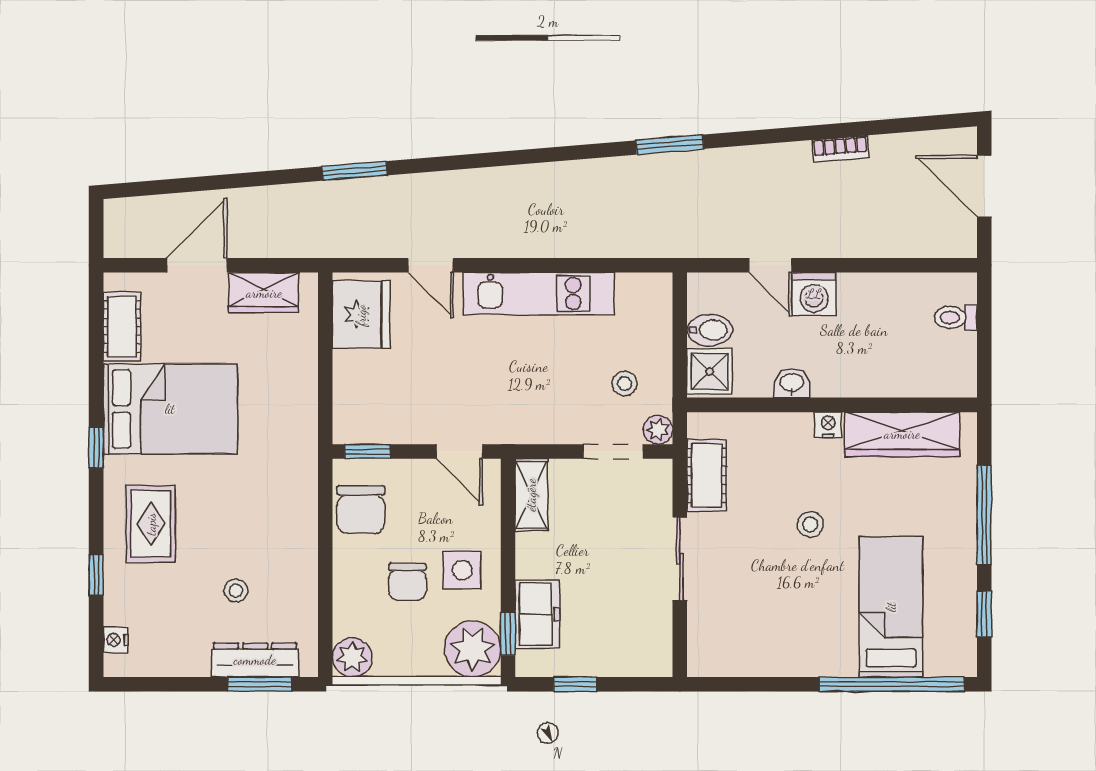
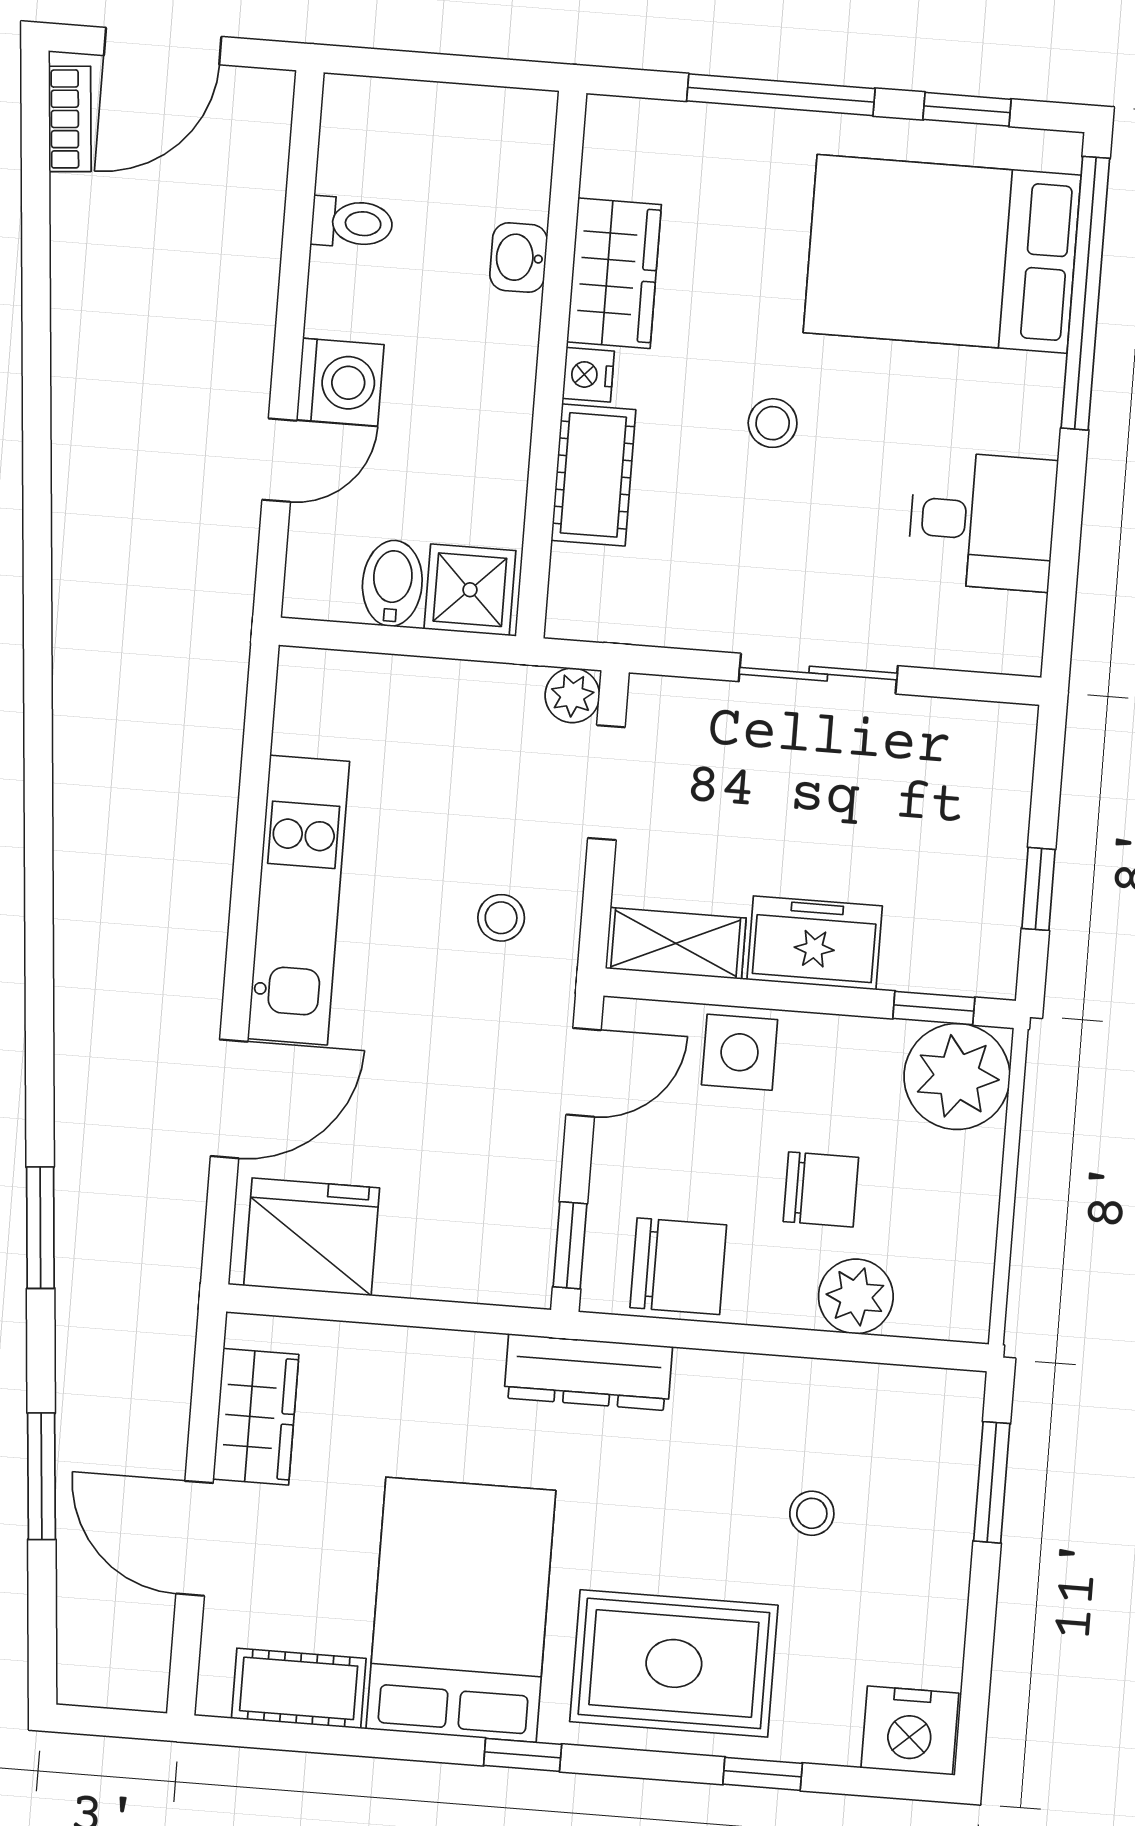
window: (670, 145) -> (42, 1476), moved
bookcase: (840, 149) -> (70, 119), moved
door: (431, 265) -> (229, 1099), width x1.38
toilet: (956, 317) -> (352, 223), moved, turned -90
washbasin: (792, 383) -> (519, 258), moved
stool: (624, 384) -> (501, 918), moved
wardrobe: (902, 434) -> (614, 273), width x0.67
cot: (707, 475) -> (593, 475), moved, turned 90
rug: (151, 524) -> (674, 1663), width x1.36, depth x1.43
side table: (462, 570) -> (740, 1052), moved
bed: (891, 607) -> (942, 254), width x1.50
freezer: (537, 614) -> (815, 943), moved
desk: (767, 639) -> (982, 521), added
nightstand: (115, 640) -> (910, 1731), width x1.89, depth x1.79
plant: (352, 657) -> (856, 1296), moved
dresser: (255, 660) -> (588, 1372), moved, turned -90

